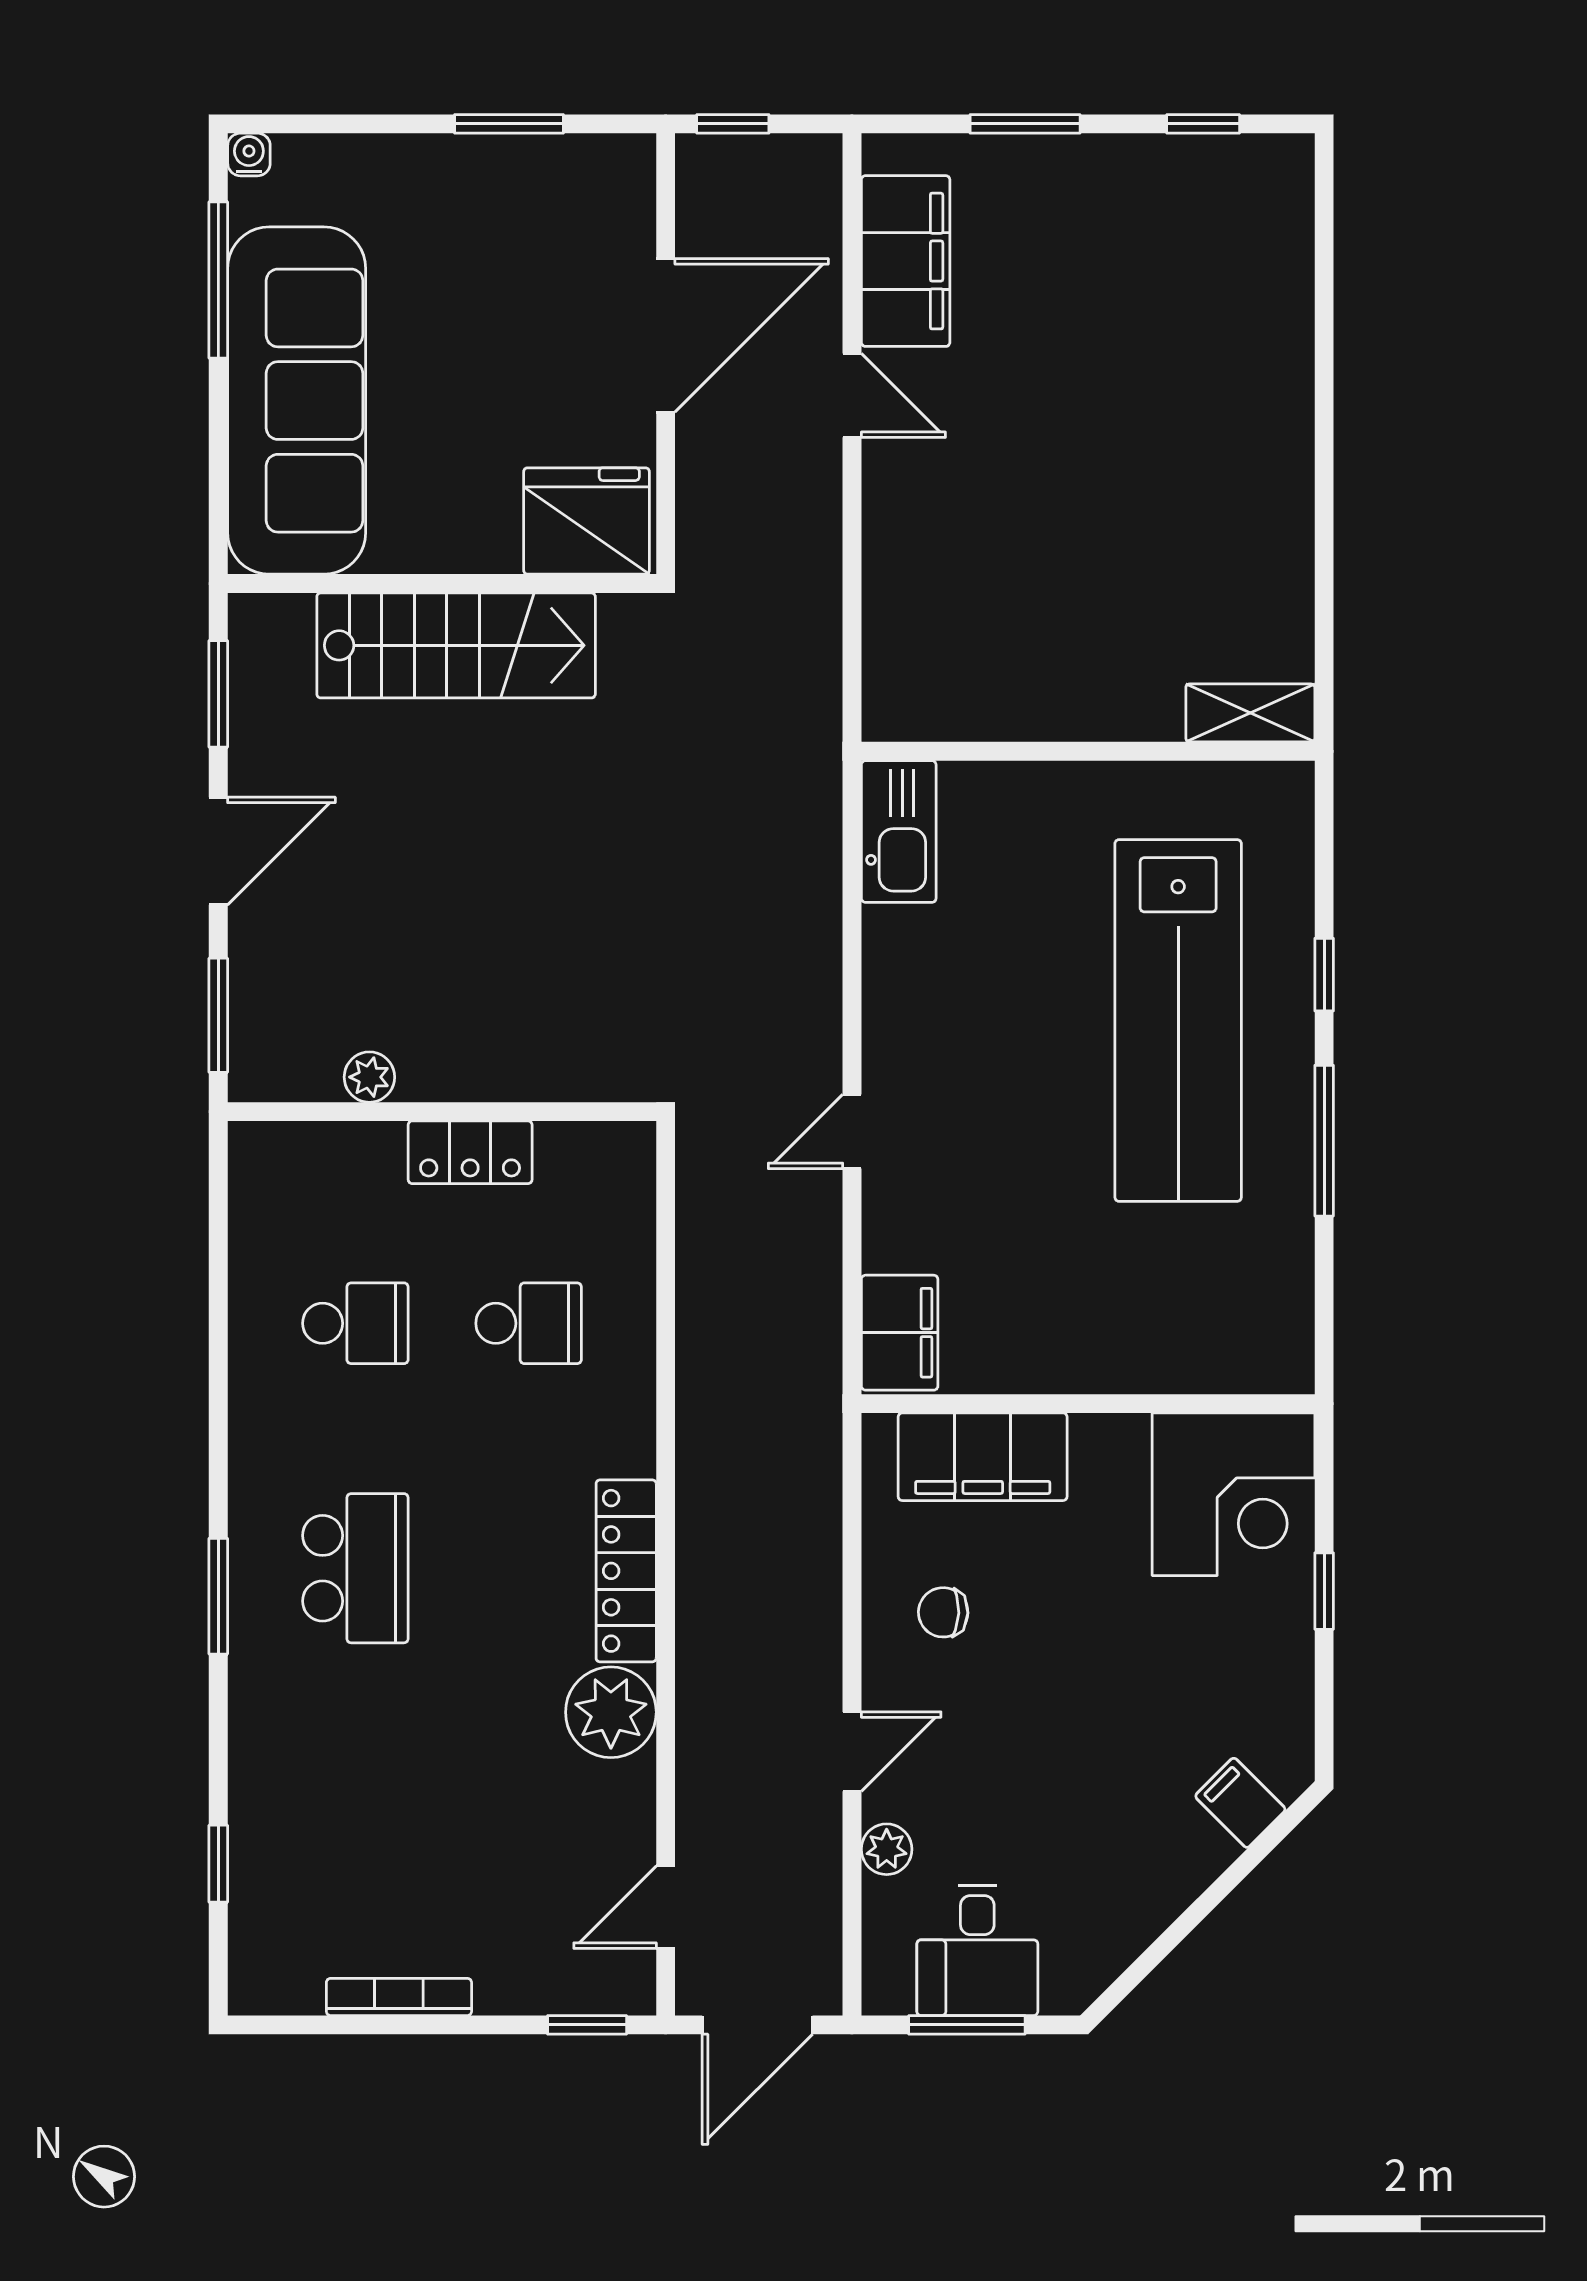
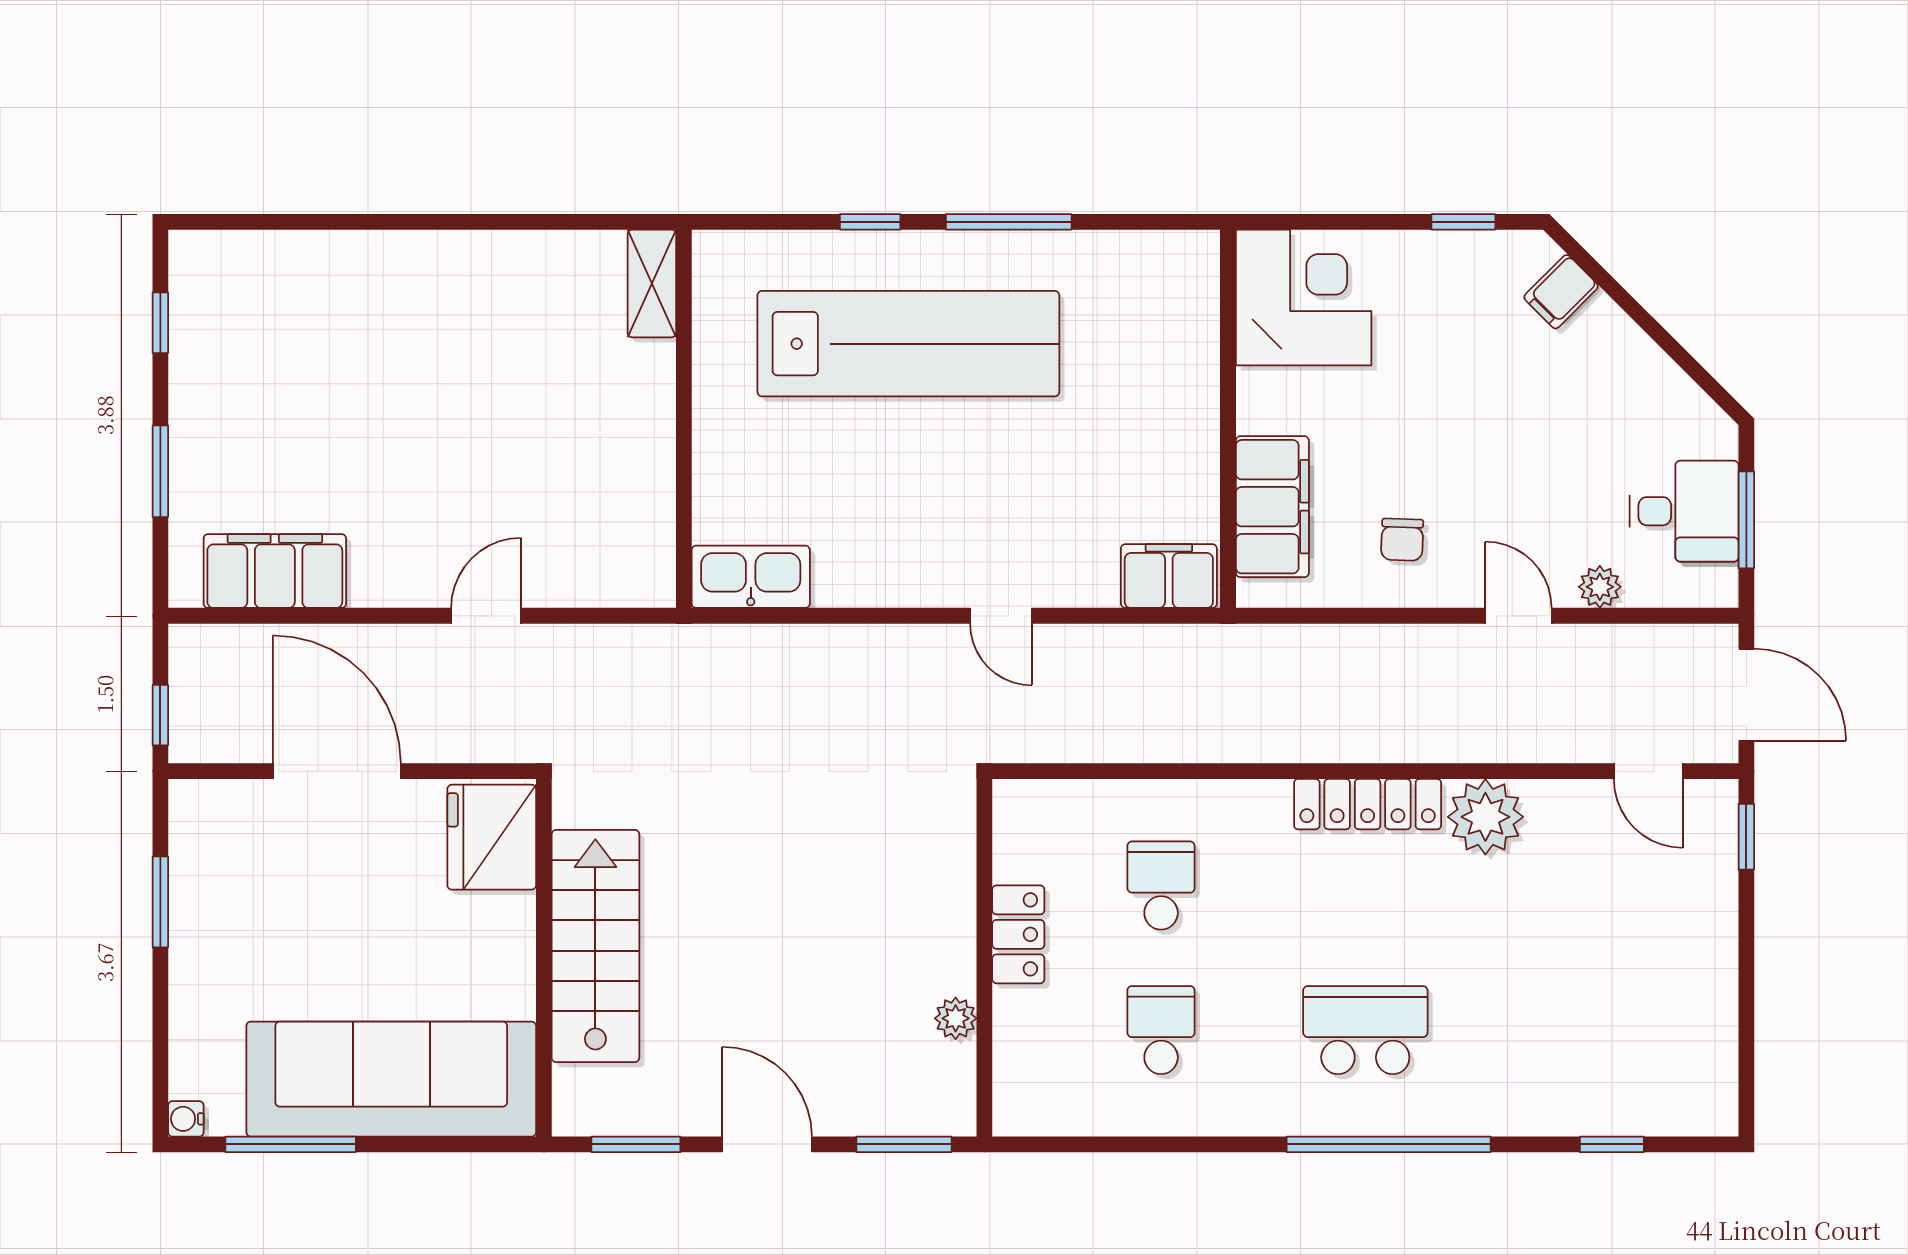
door: (852, 395) -> (486, 616), moved
window: (1324, 1591) -> (1463, 222), moved
window: (218, 1596) -> (1389, 1144), width x2.11
bookcase: (399, 1997) -> (1723, 994), removed

